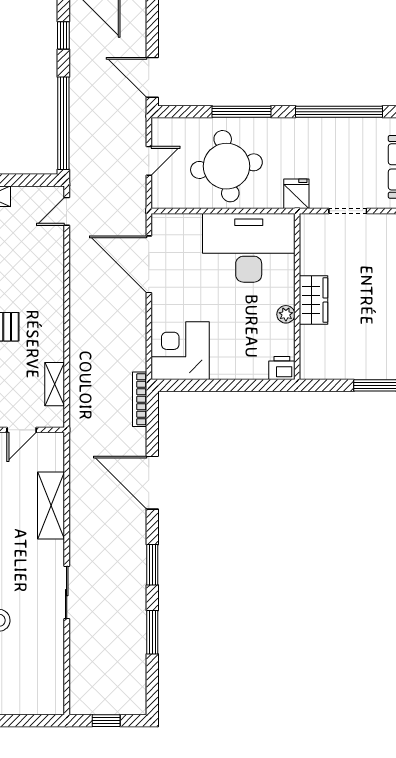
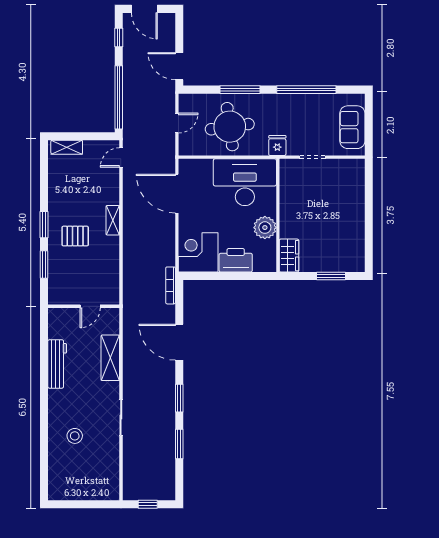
wardrobe: (313, 300) -> (289, 256), moved
plant: (286, 314) -> (265, 228), width x1.87, depth x1.87
printer: (282, 368) -> (236, 260), moved, width x1.87, depth x1.48
shelving: (55, 384) -> (113, 220), moved

